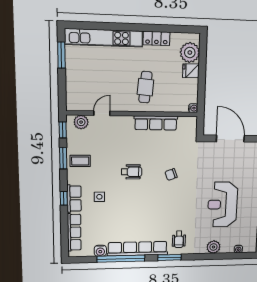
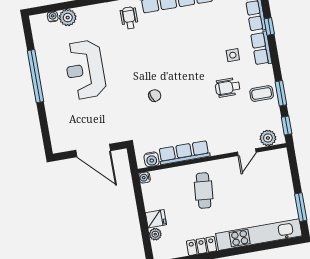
plant: (190, 52) -> (155, 234), width x0.53, depth x0.53
water cooler: (184, 122) -> (152, 159), added
wheelchair: (132, 172) -> (228, 87), moved
window: (64, 198) -> (269, 27), moved
reception desk: (223, 204) -> (85, 70), turned 180
plant: (213, 247) -> (68, 18), moved

